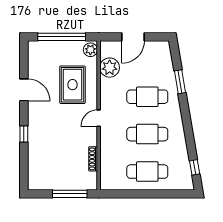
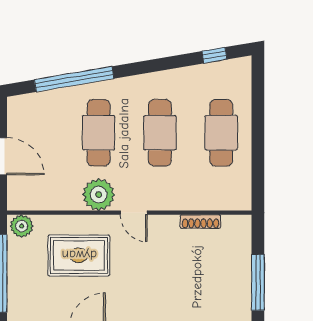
plant: (110, 68) -> (99, 195), moved
window: (180, 82) -> (74, 79), width x2.11
window: (70, 194) -> (258, 282), moved

